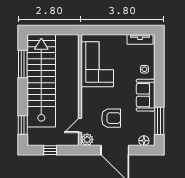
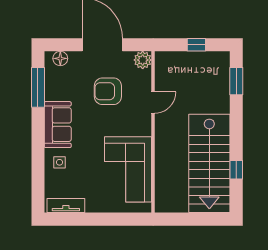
window: (23, 64) -> (236, 170), width x0.46
stairs: (41, 81) -> (209, 163), width x0.73
door: (80, 125) -> (153, 103), moved

